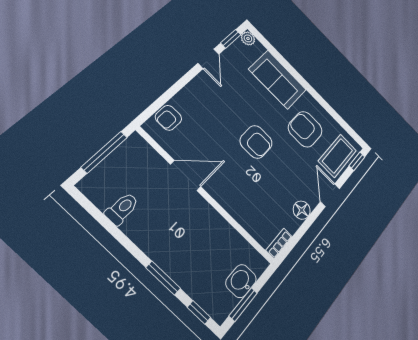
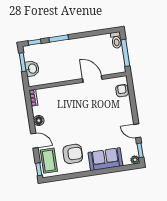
armchair: (256, 142) -> (84, 123), removed
door: (186, 175) -> (92, 79), swing flipped
toilet: (122, 209) -> (116, 40), moved

